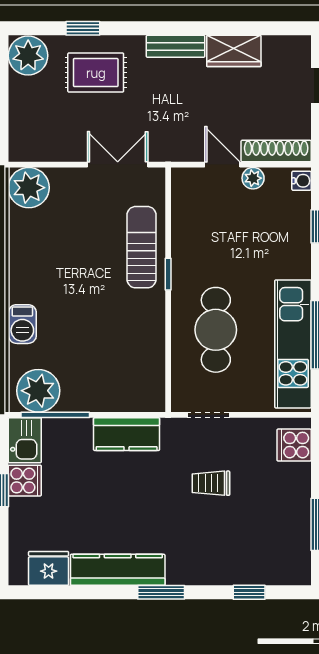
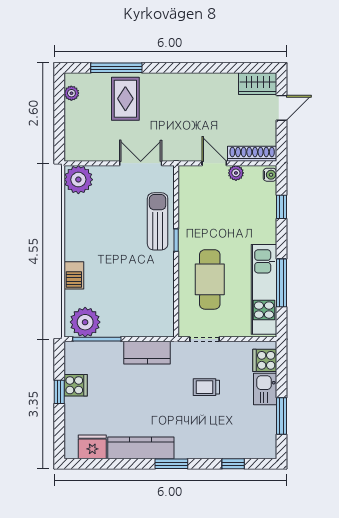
window: (83, 28) -> (116, 68), width x2.17
bench: (176, 46) -> (181, 80), removed
wardrobe: (234, 51) -> (258, 84), moved
plant: (28, 56) -> (71, 93), width x0.53, depth x0.53
rug: (96, 73) -> (125, 99), turned 90
kitchen sink: (25, 440) -> (265, 389), moved, turned 180

